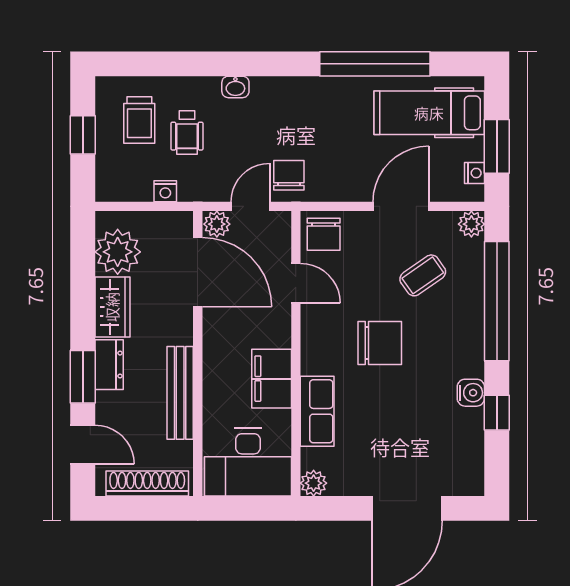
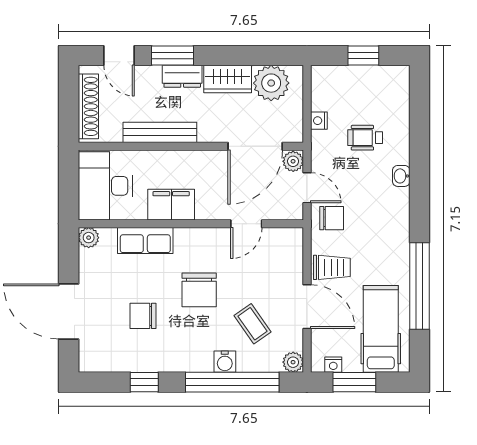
trolley: (139, 120) -> (332, 267), moved, turned 180
chair: (324, 234) -> (143, 316), moved
water cooler: (471, 393) -> (225, 362), moved
door: (83, 445) -> (119, 56), hinge flipped

